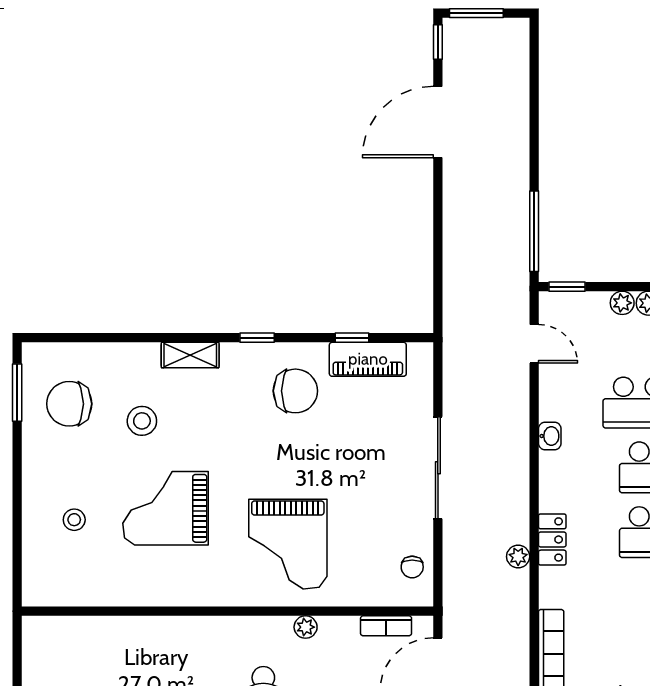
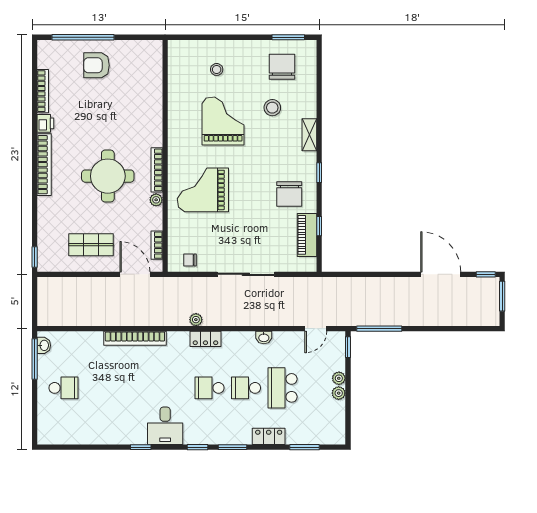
bookcase: (252, 626) -> (157, 170), added

